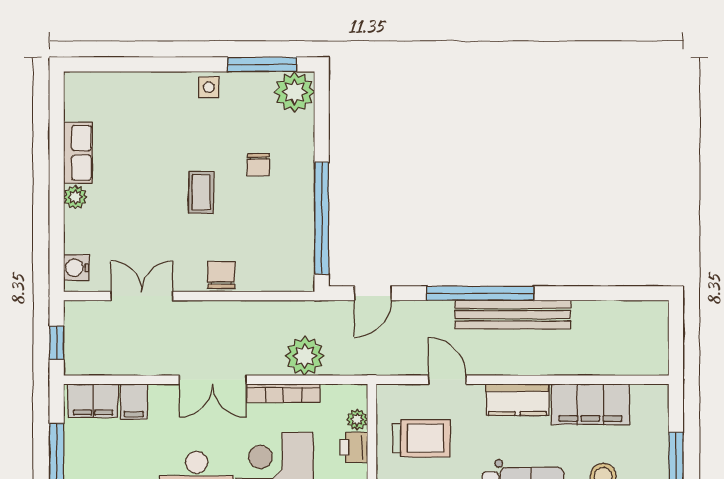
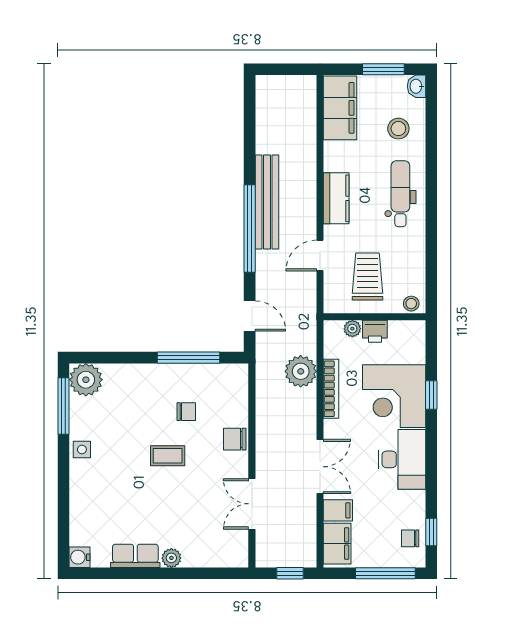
chair: (258, 165) -> (186, 412), moved
window: (322, 218) -> (188, 358), width x0.68
water cooler: (76, 268) -> (80, 557), moved, turned 90
double door: (213, 380) -> (320, 467), moved
filing cabinet: (590, 404) -> (340, 108), moved

